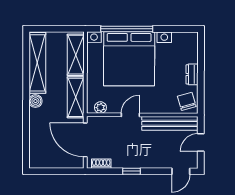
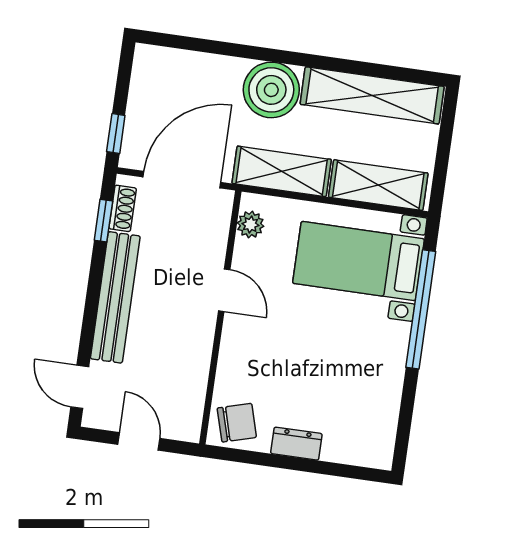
bed with nightstands: (129, 59) -> (358, 261), width x0.54
boiler: (35, 101) -> (271, 90), width x1.86, depth x1.86
bench: (170, 123) -> (115, 297), moved
window: (69, 171) -> (116, 133), added
window: (131, 171) -> (103, 221), moved

